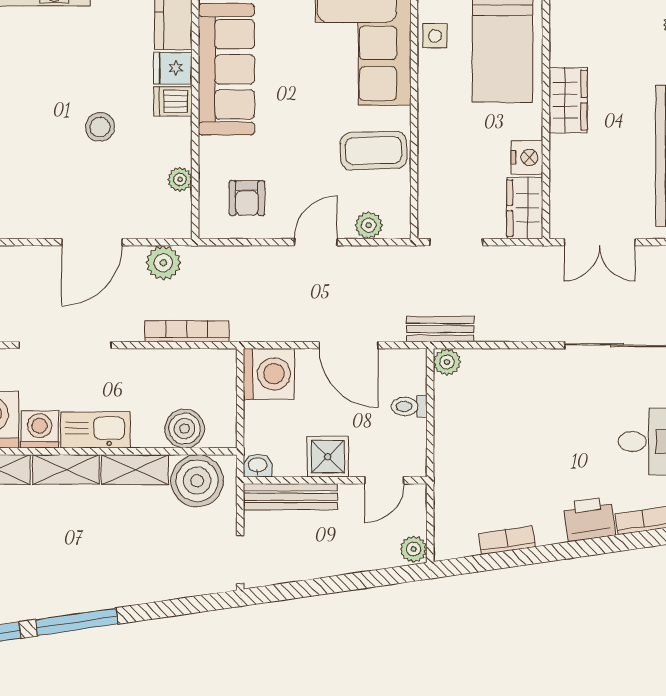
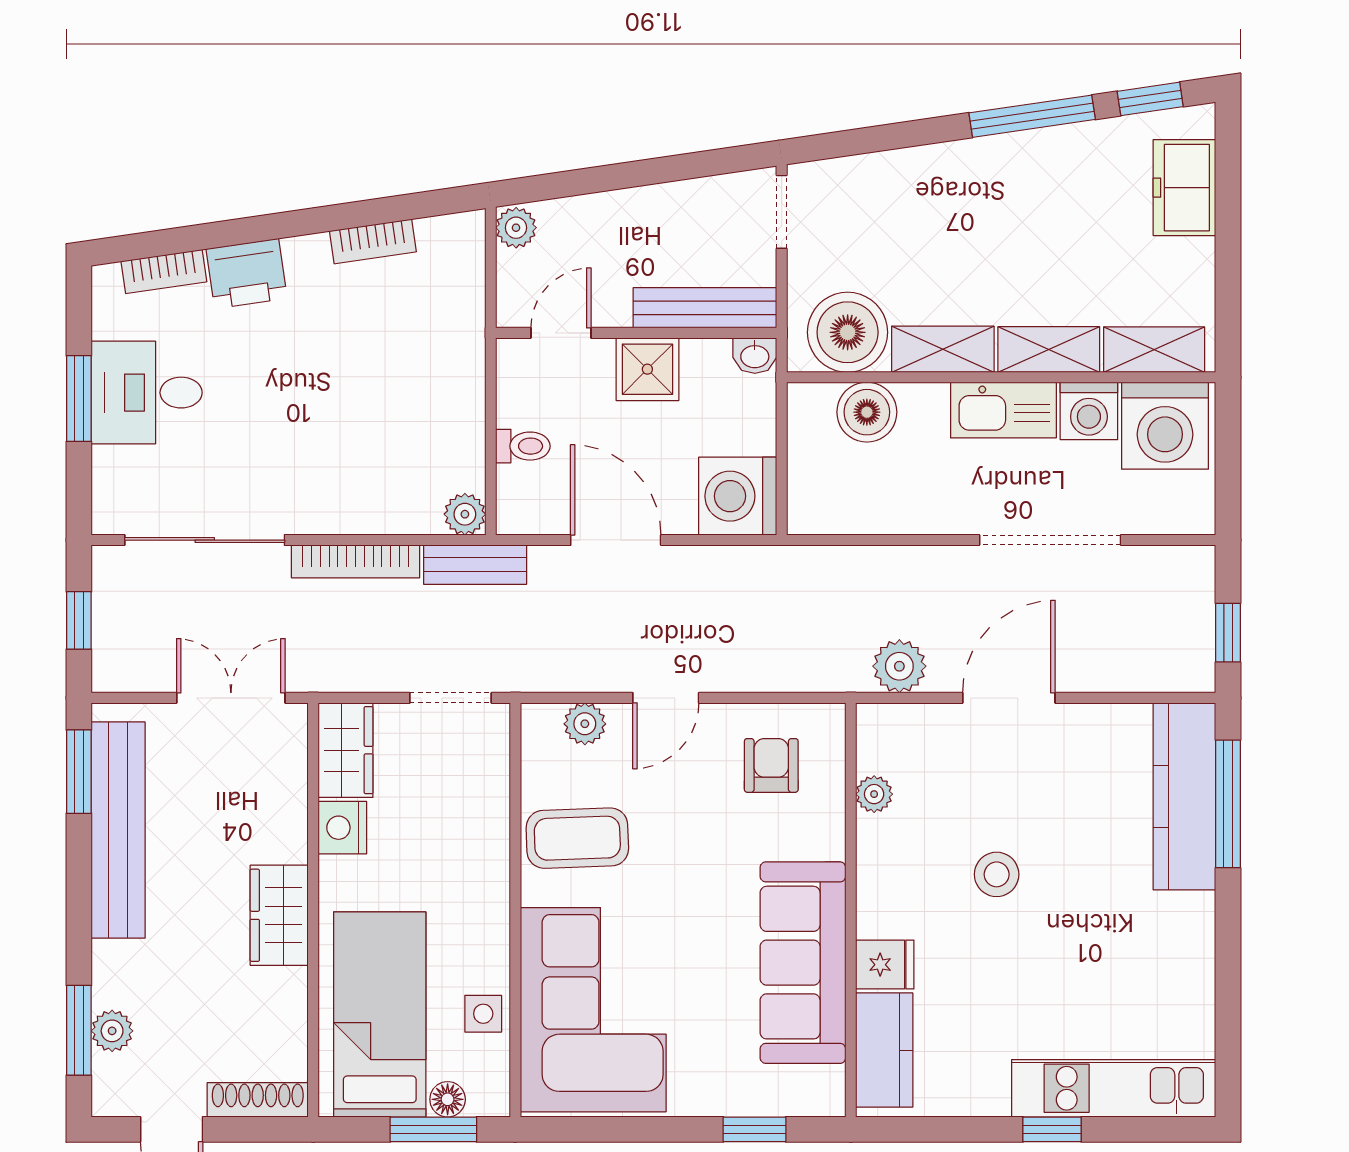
dishwasher: (173, 101) -> (885, 914), removed
bookcase: (187, 331) -> (355, 561), moved

